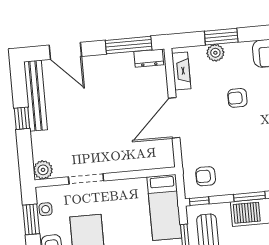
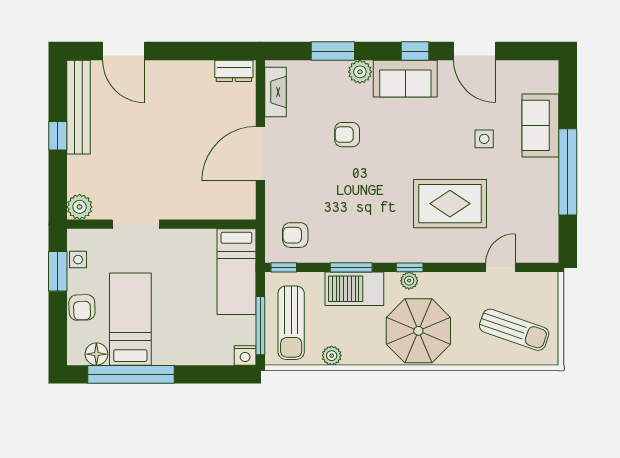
window: (129, 45) -> (209, 51), removed
plant: (215, 53) -> (360, 72), moved

